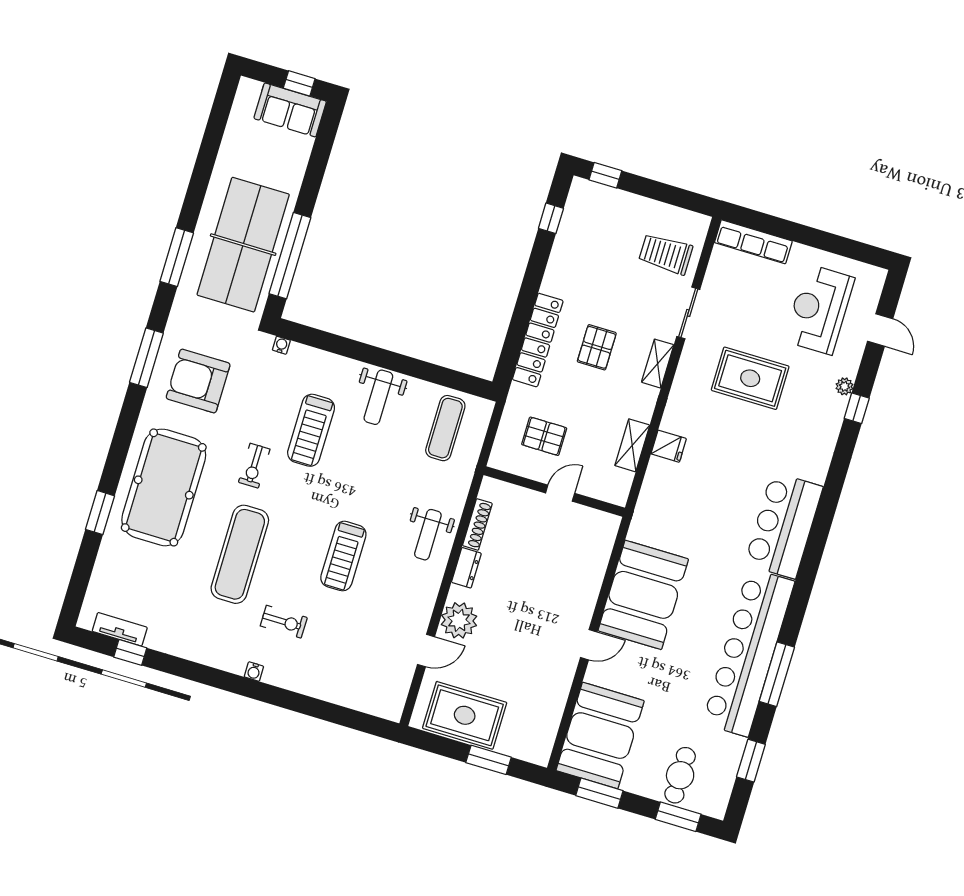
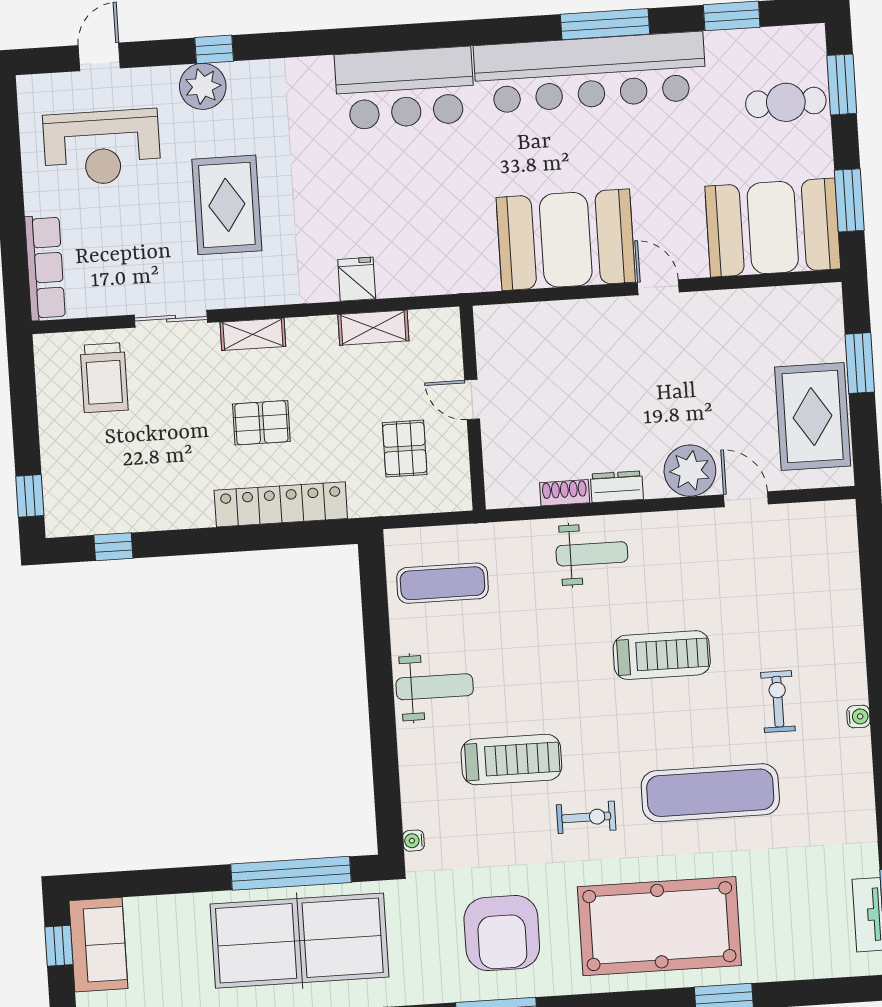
plant: (844, 386) -> (203, 86), width x1.88, depth x1.88
shoe rack: (477, 524) -> (565, 493), width x0.70

